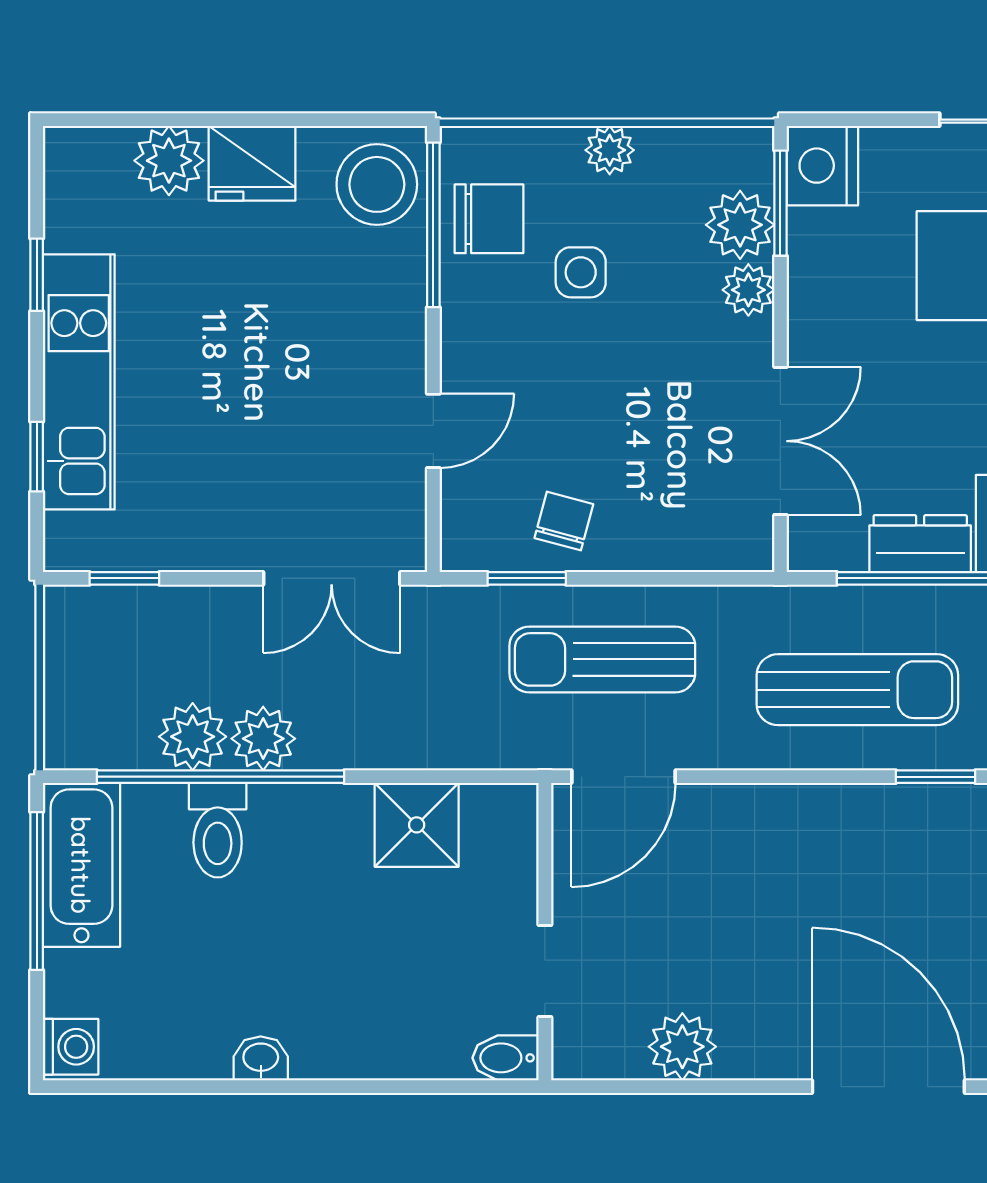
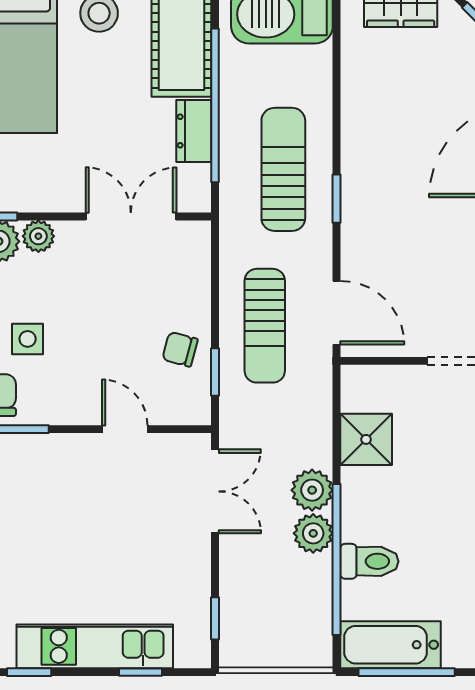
plant: (193, 737) -> (312, 490), moved
window: (935, 777) -> (337, 199), moved

